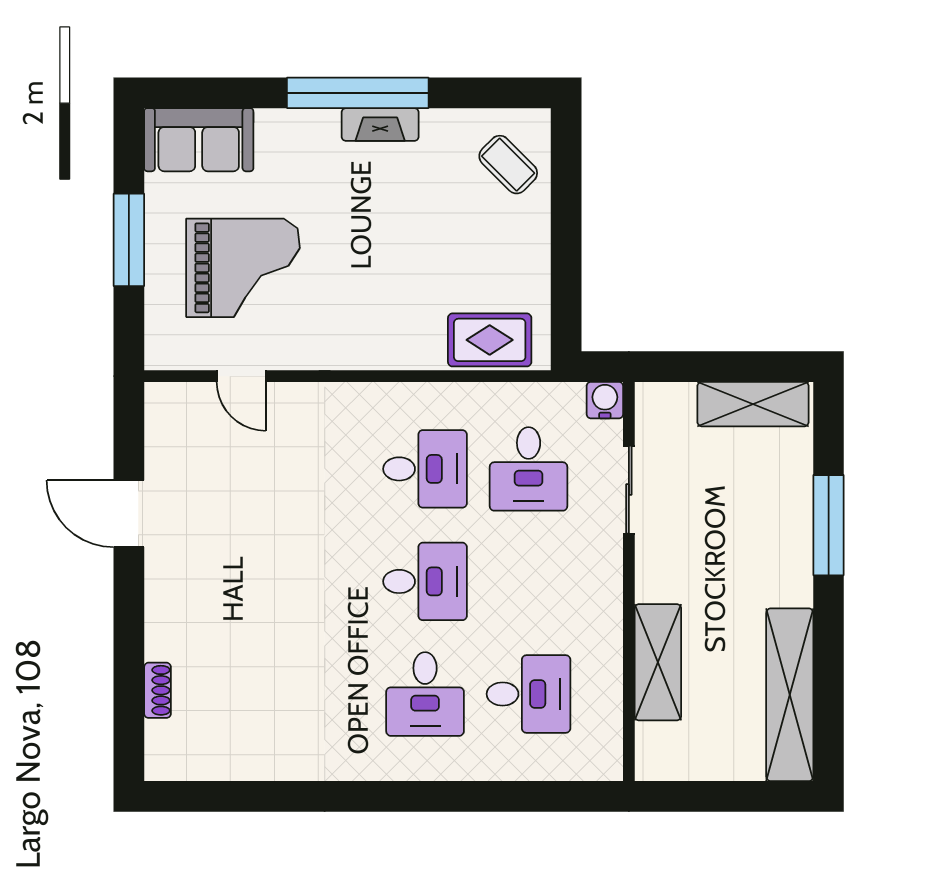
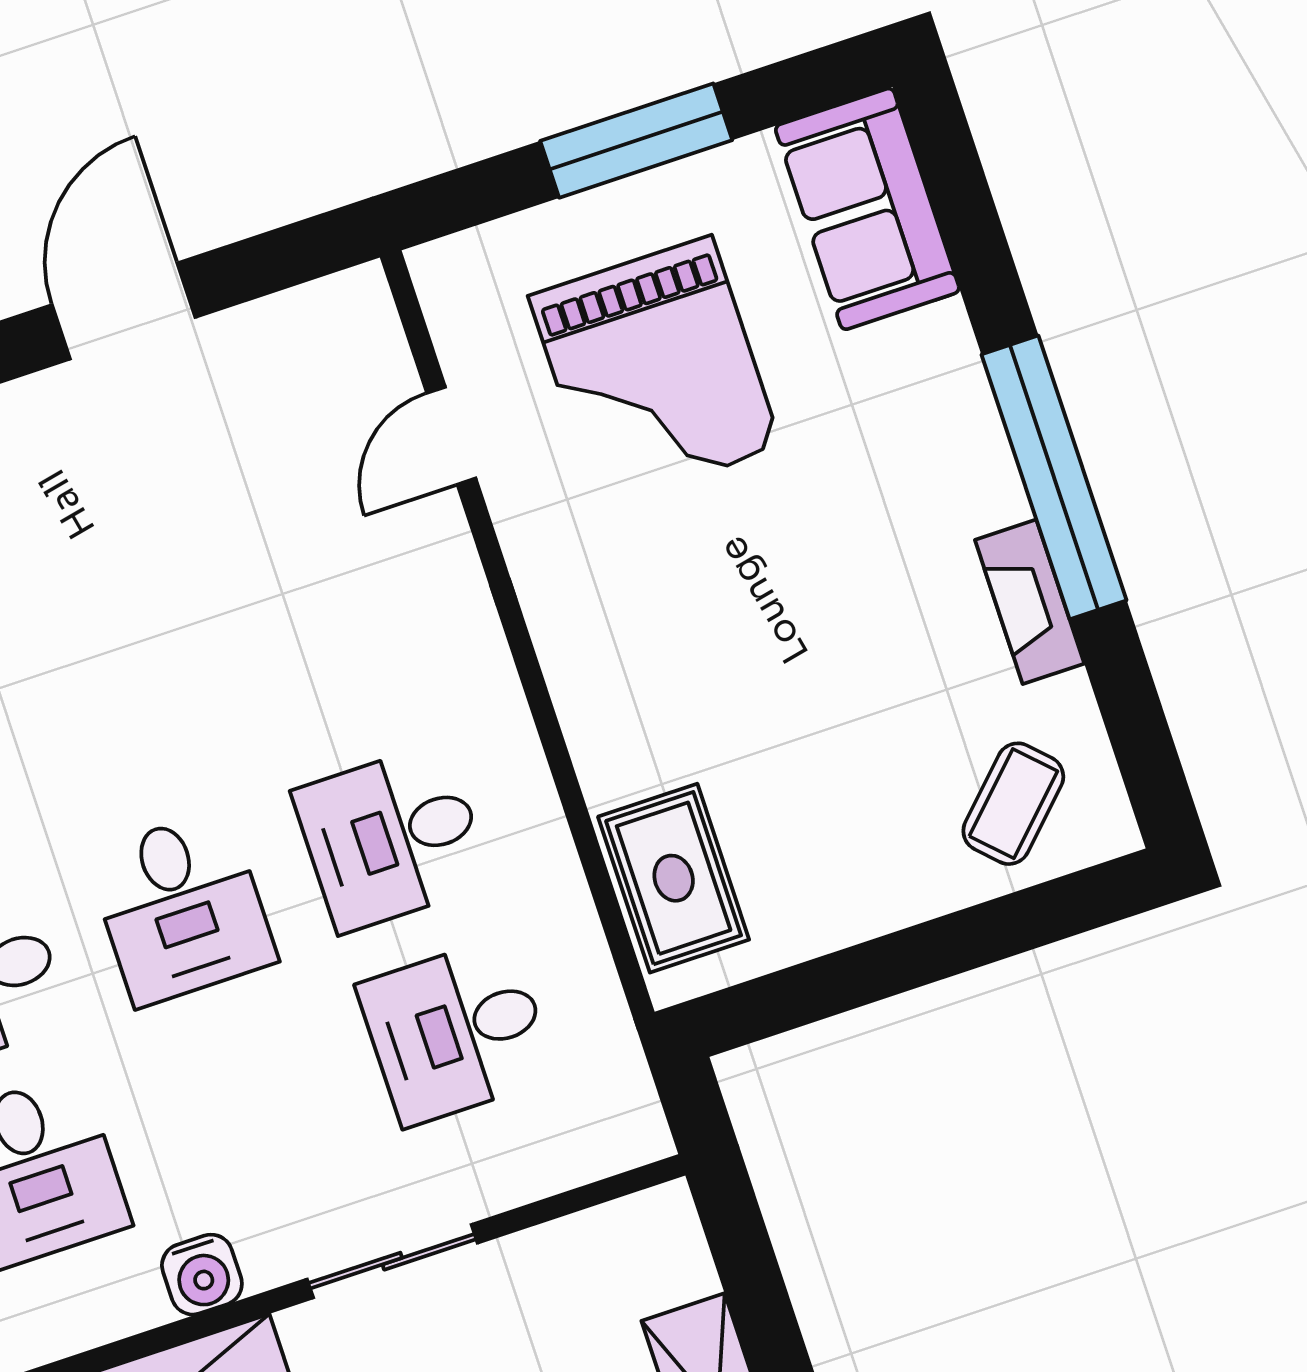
fireplace: (380, 125) -> (1030, 602), moved
water cooler: (605, 400) -> (202, 1275), moved, turned 90
desk: (425, 469) -> (392, 838), turned 90
sliding door: (629, 490) -> (392, 1261), moved

